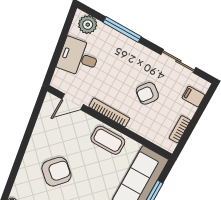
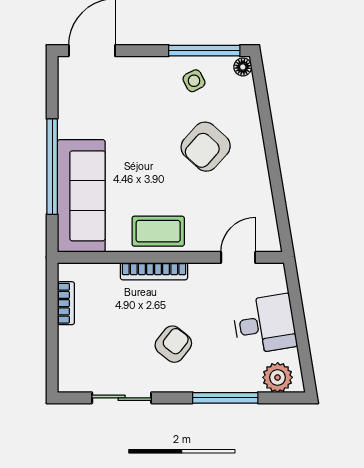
armchair: (147, 93) -> (173, 344), moved
filing cabinet: (193, 97) -> (73, 360), removed
bookcase: (109, 112) -> (154, 271), moved

